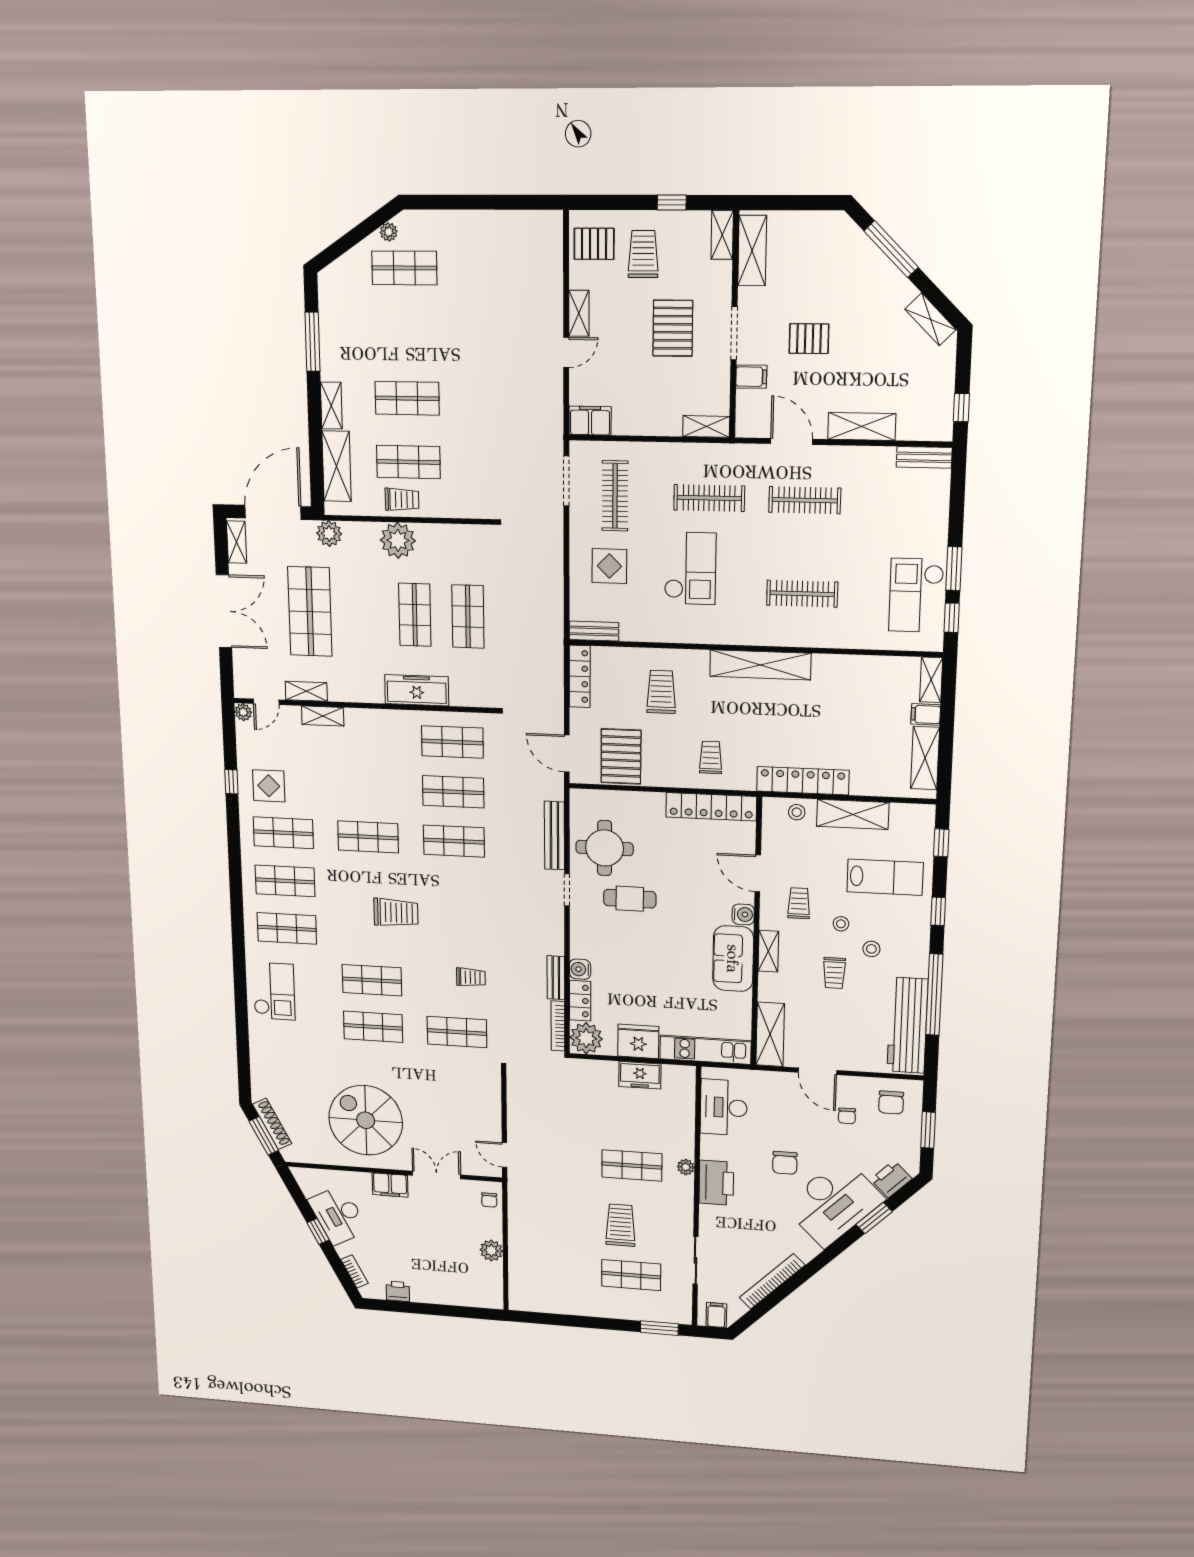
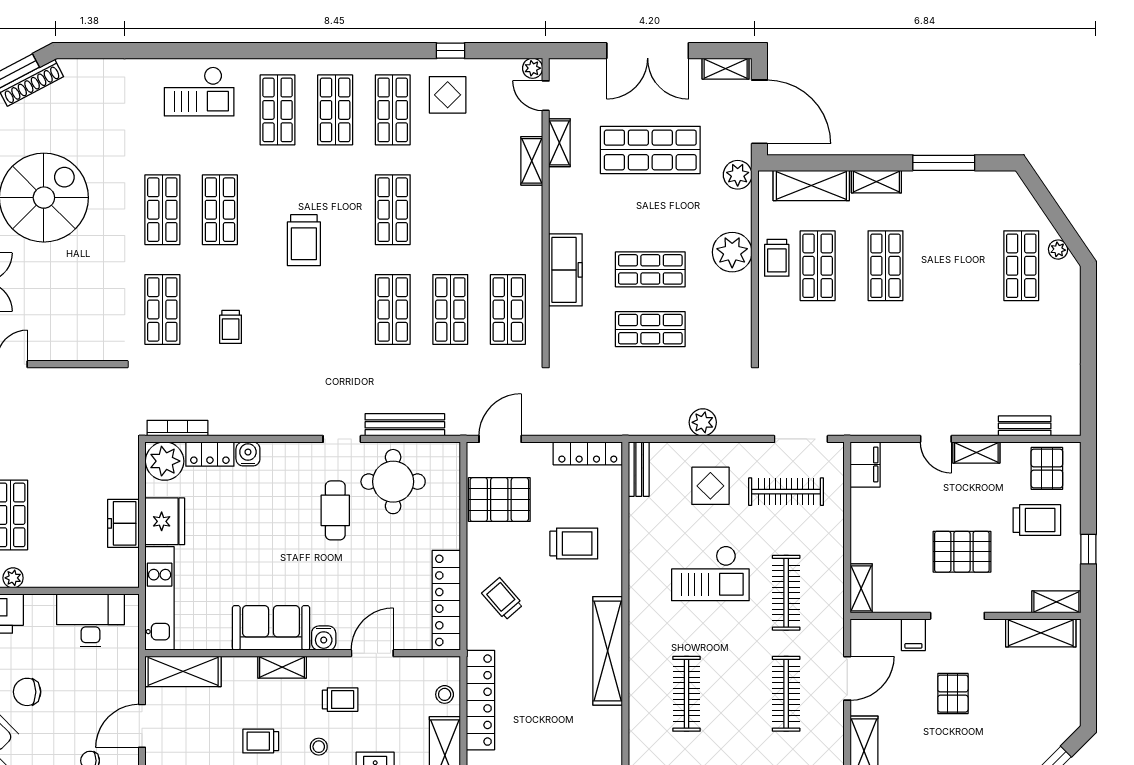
plant: (551, 571) -> (703, 422), added
trolley: (711, 757) -> (502, 599), turned -131
bench: (556, 978) -> (1025, 426), moved

